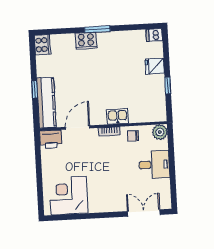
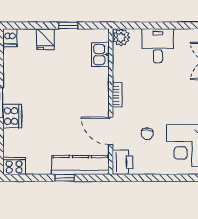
kitchen sink: (117, 116) -> (100, 55), moved
chair: (133, 136) -> (147, 134), moved

